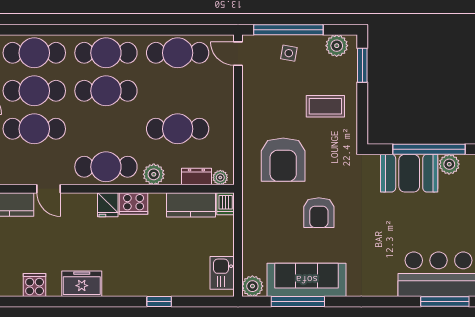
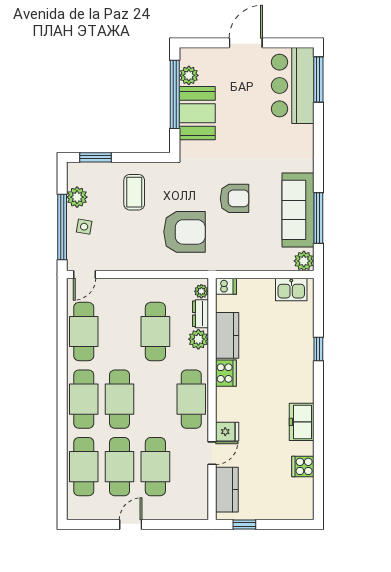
plant: (337, 46) -> (77, 197), moved
plant: (154, 174) -> (198, 339), moved
fridge: (108, 205) -> (227, 432), moved
kitchen counter: (191, 205) -> (227, 335), moved

